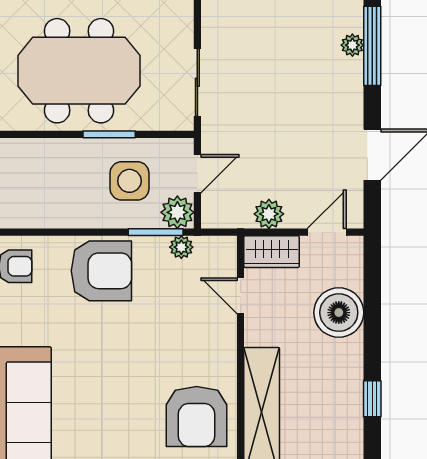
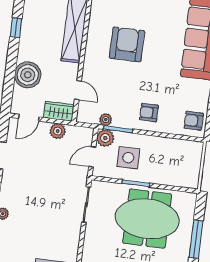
armchair: (101, 271) -> (149, 113), width x0.53, depth x0.53
armchair: (197, 417) -> (127, 44), moved

